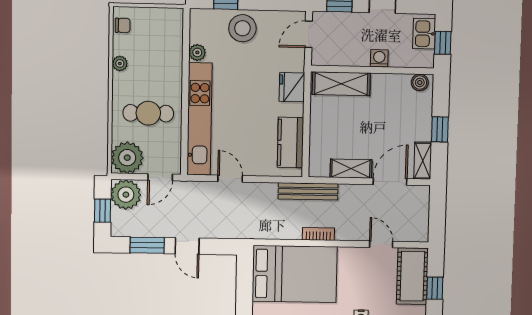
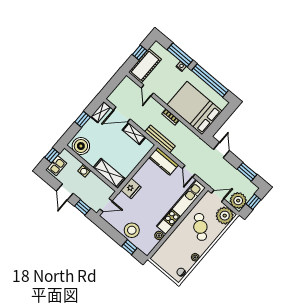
boiler: (420, 82) -> (81, 146), width x1.86, depth x1.86
cafe table: (148, 113) -> (200, 227), turned 41
kitchen counter: (290, 143) -> (164, 161), moved, turned 90
door: (187, 246) -> (221, 150), moved

